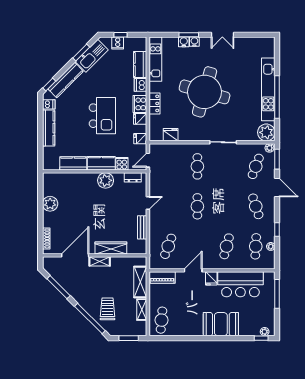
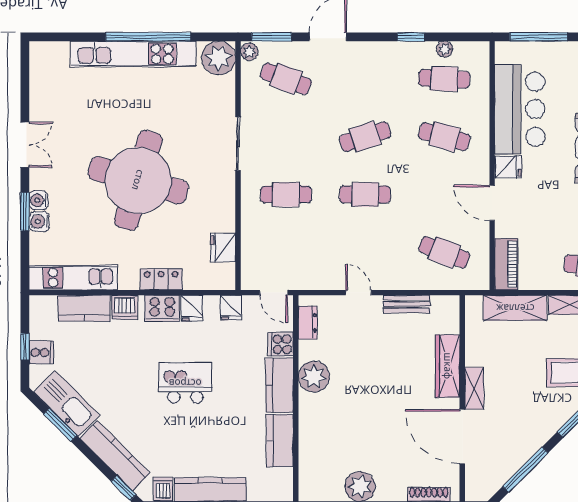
kitchen island: (102, 116) -> (185, 383), width x0.73, depth x0.78
cafe table: (256, 206) -> (365, 137), moved

